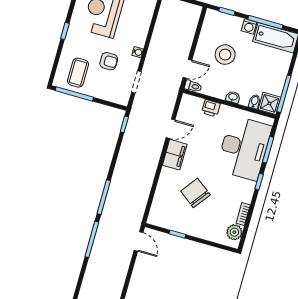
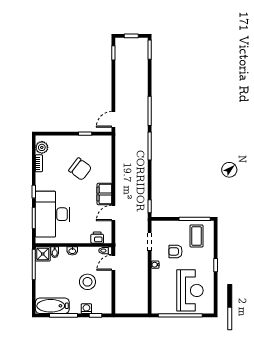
washing machine: (249, 26) -> (86, 309), moved
printer: (211, 108) -> (97, 238), moved
door: (139, 241) -> (113, 119), hinge flipped

